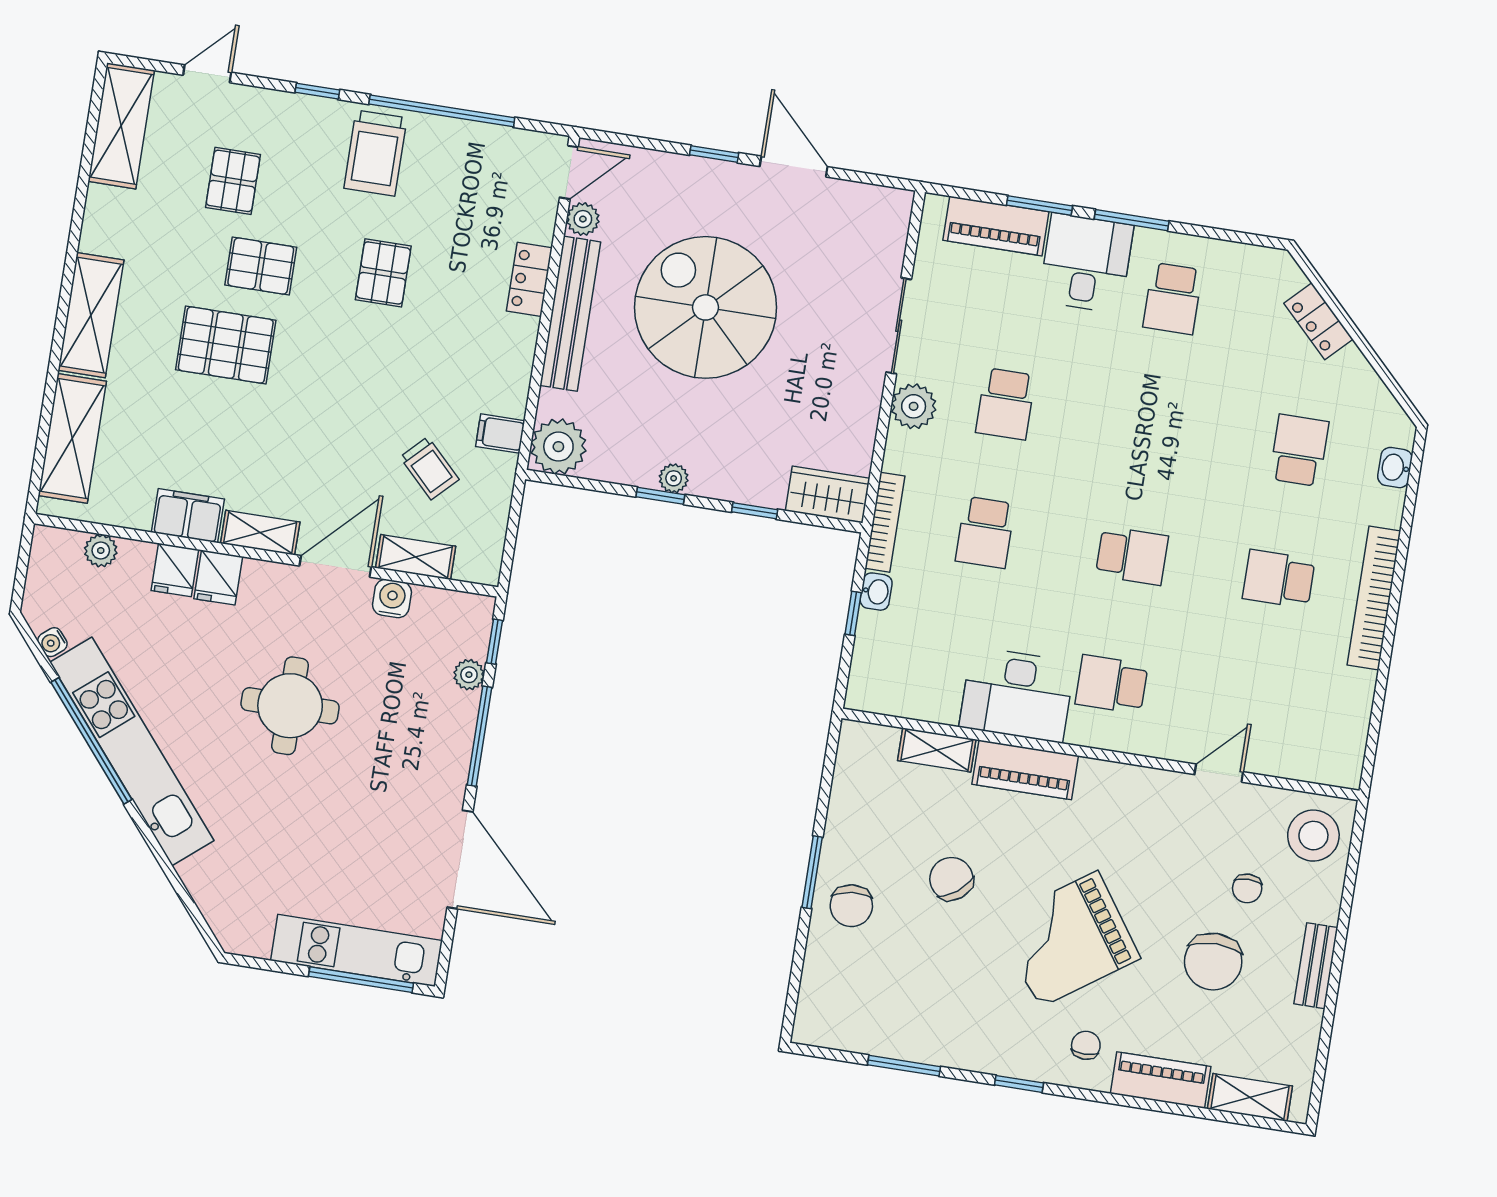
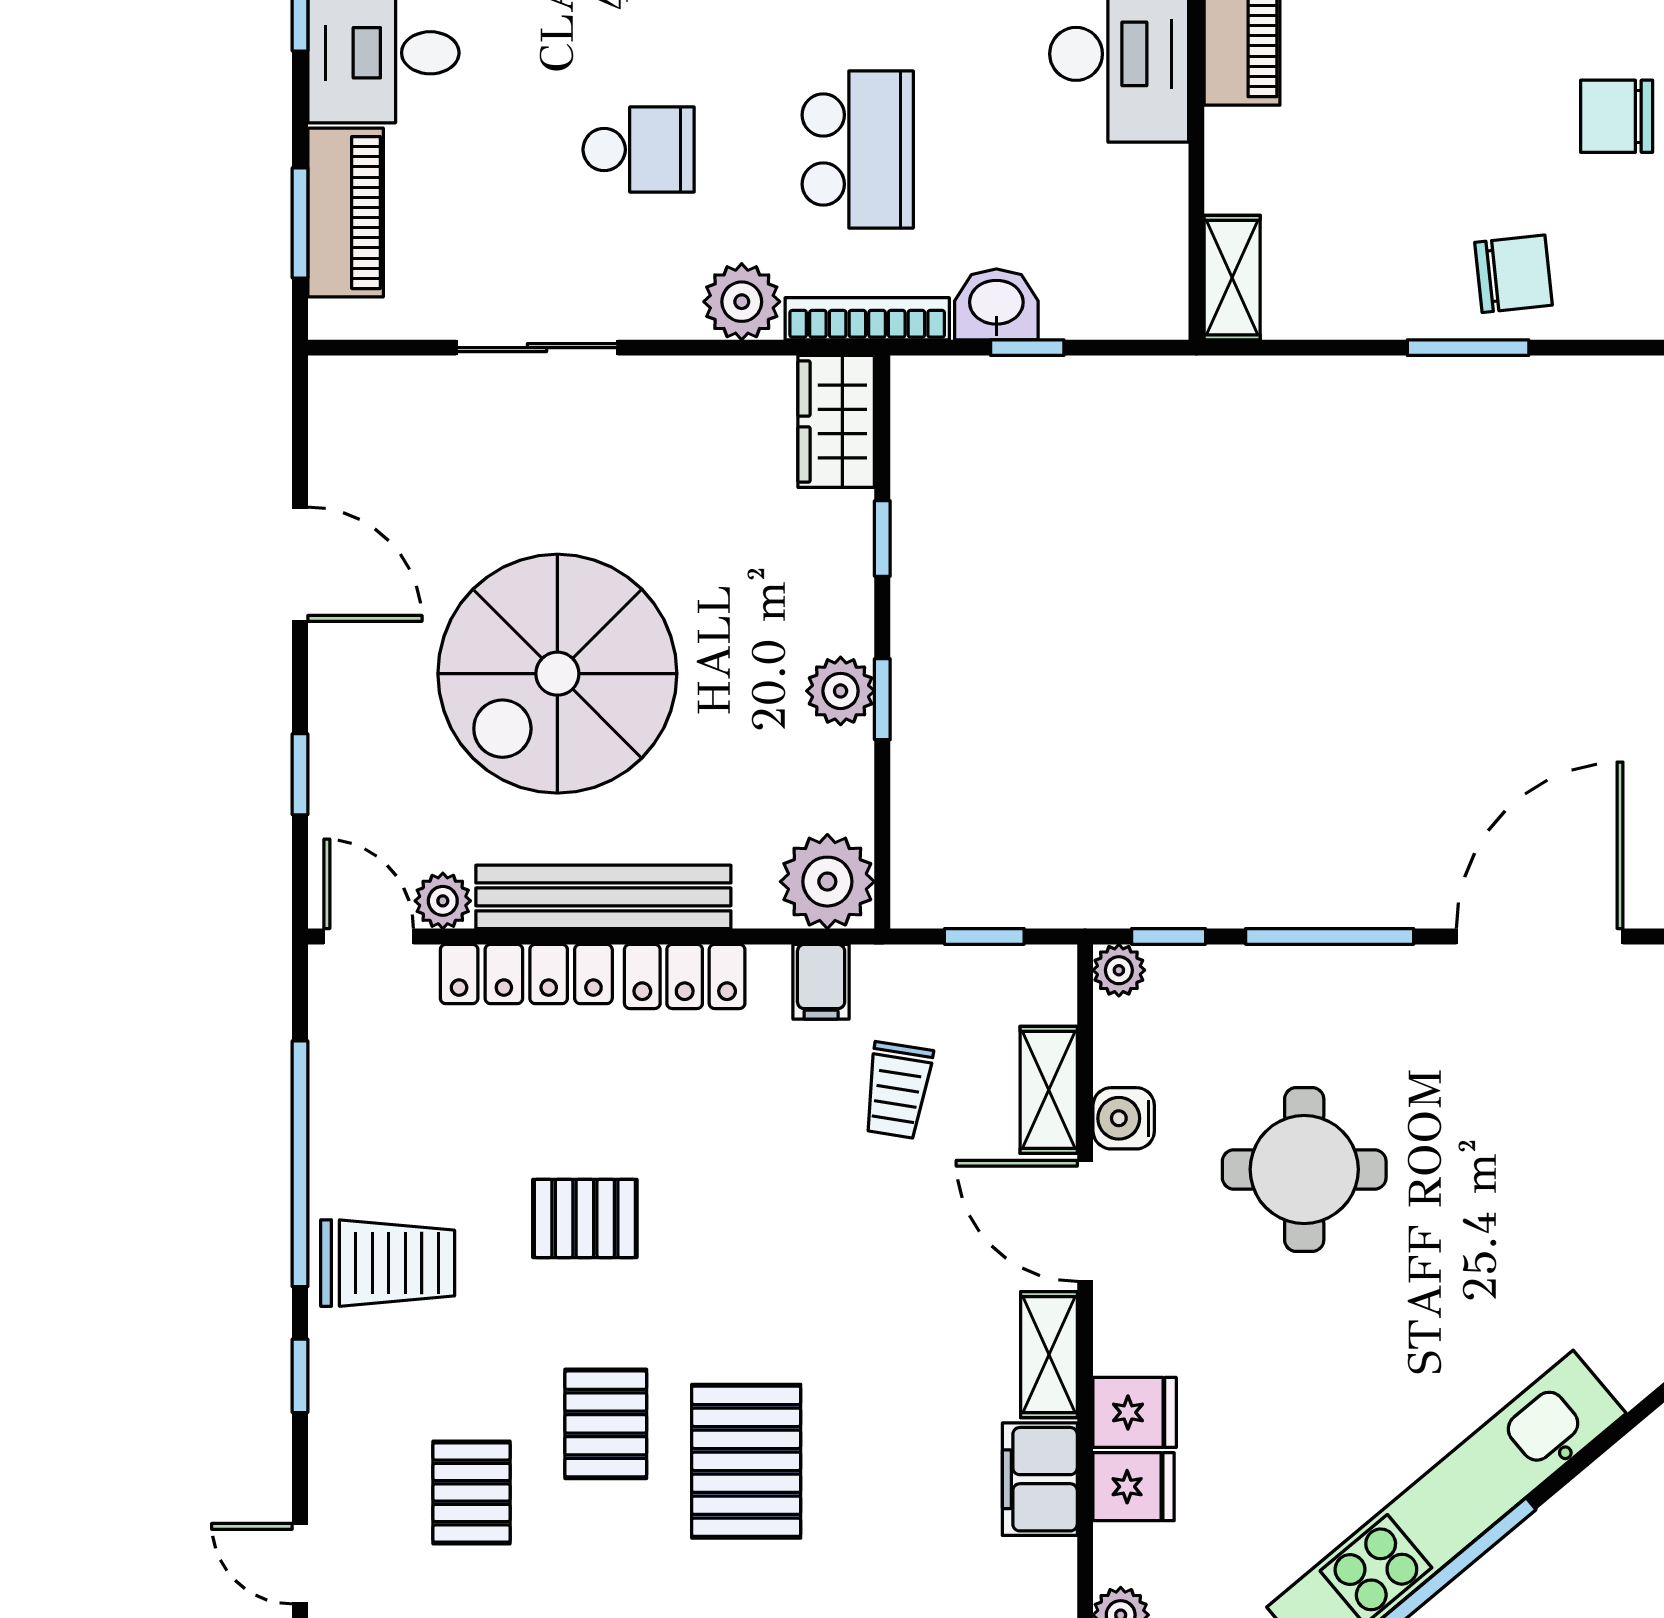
window: (714, 154) -> (300, 774), moved
door: (794, 167) -> (300, 564), swing flipped
pallet: (233, 181) -> (472, 1492), turned 90
window: (1039, 205) -> (300, 223), moved
locker: (529, 279) -> (526, 974), width x1.53
locker: (516, 354) -> (685, 976), added
plant: (914, 406) -> (742, 302), moved
trolley: (429, 468) -> (897, 1090), turned 144
plant: (674, 478) -> (841, 691), width x1.38, depth x1.38
school desk: (985, 532) -> (858, 150), width x1.85
window: (512, 534) -> (984, 936), added
washbasin: (876, 592) -> (996, 304), width x1.38, depth x1.45
plant: (469, 675) -> (1119, 970), moved
round table: (290, 706) -> (1304, 1169), moved
shelving: (937, 750) -> (1232, 278), moved
chair: (951, 879) -> (1617, 116), moved, turned 38

